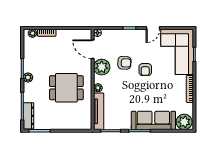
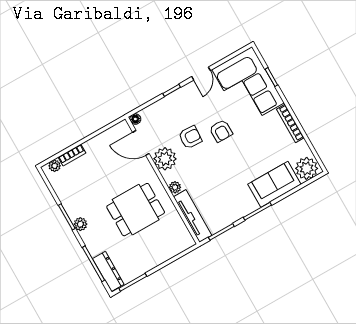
sofa: (153, 120) -> (274, 184), width x0.73

